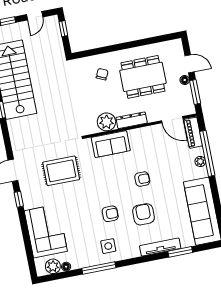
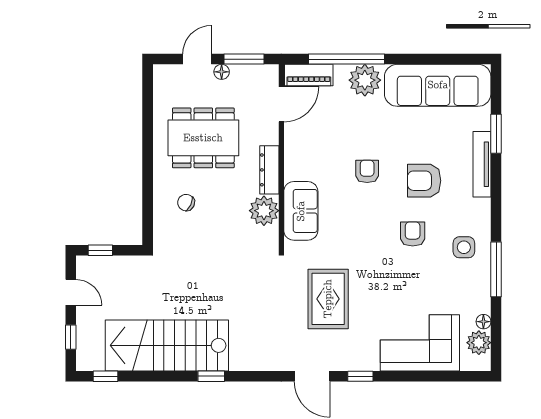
dining table: (143, 77) -> (203, 138), turned 90
plant: (200, 161) -> (365, 80), width x1.87, depth x1.87

